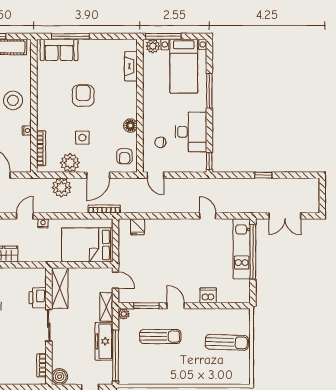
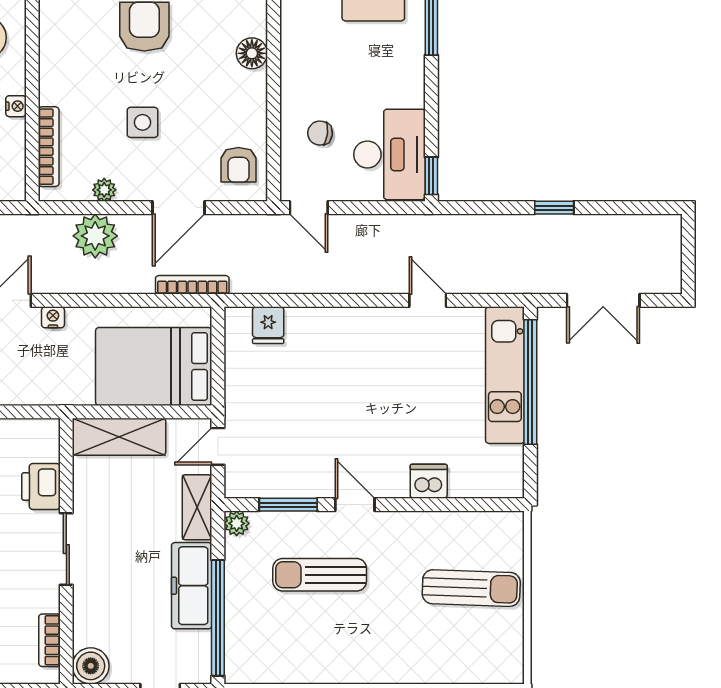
floor lamp: (130, 126) -> (252, 53), moved
desk: (191, 132) -> (390, 154), moved
plant: (70, 163) -> (104, 190), width x0.53, depth x0.53
door: (115, 280) -> (218, 446), swing flipped
shelving: (60, 288) -> (119, 437), moved, turned 90
sun lounger: (160, 336) -> (320, 575), turned 180

